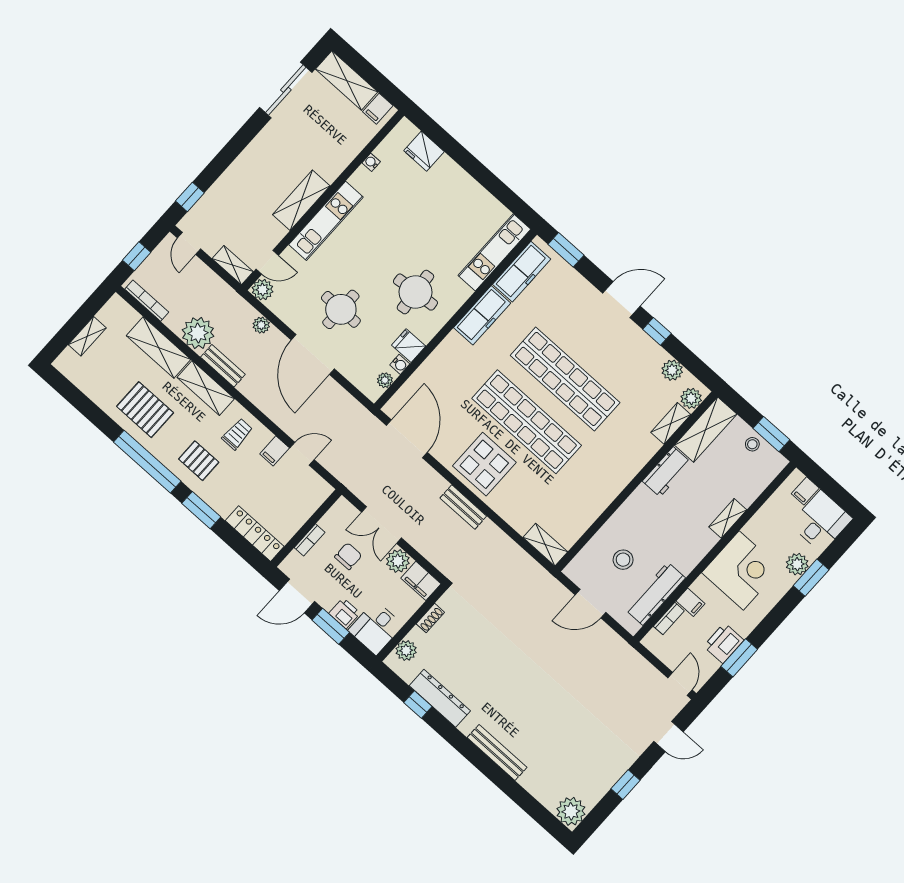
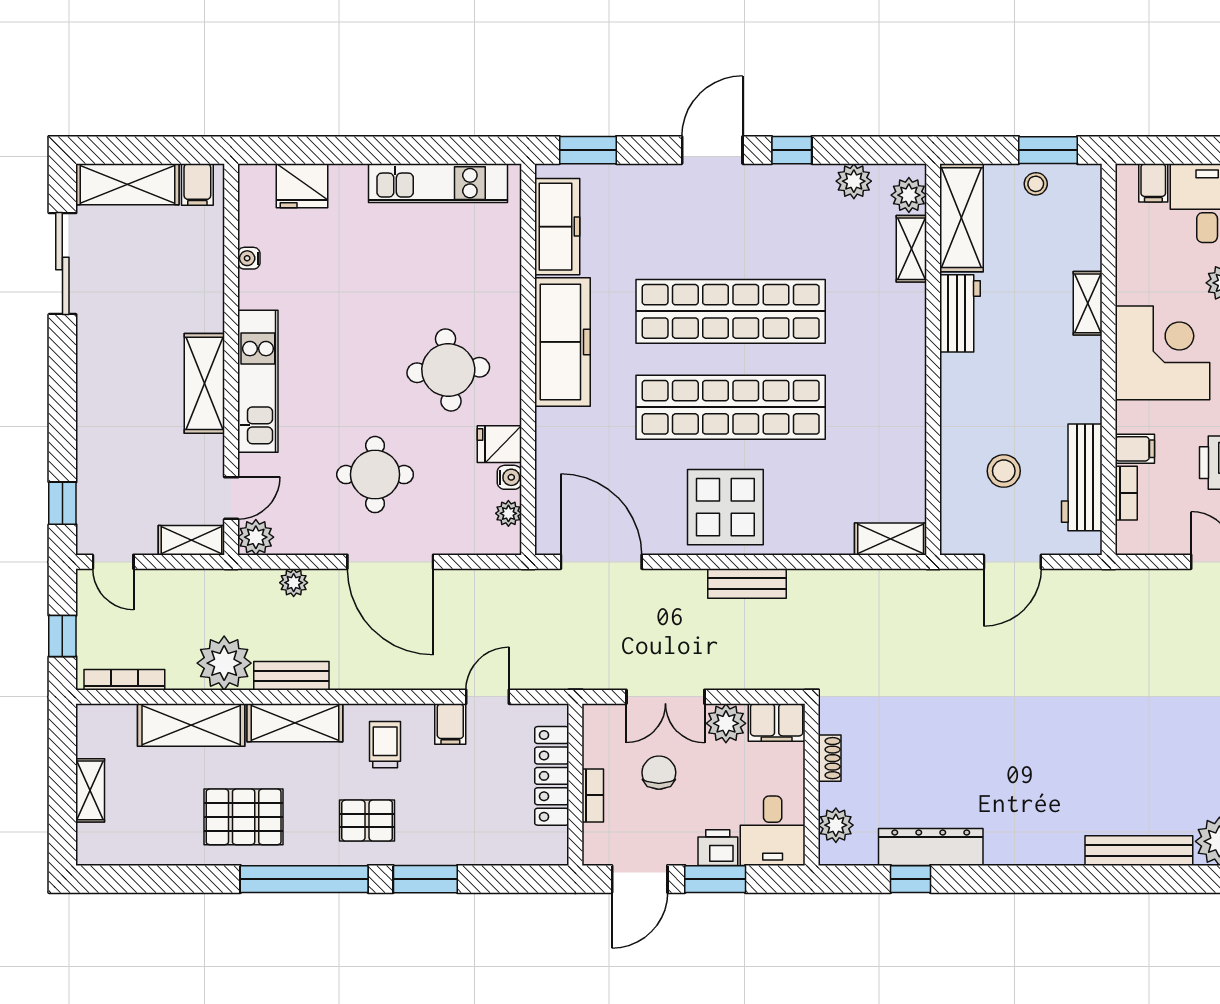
kitchen unit: (494, 252) -> (438, 183), moved, turned -90
freezer: (482, 315) -> (563, 342), width x1.36, depth x1.26
locker: (255, 534) -> (552, 776), moved, turned -90
bench: (497, 752) -> (1139, 851), moved

